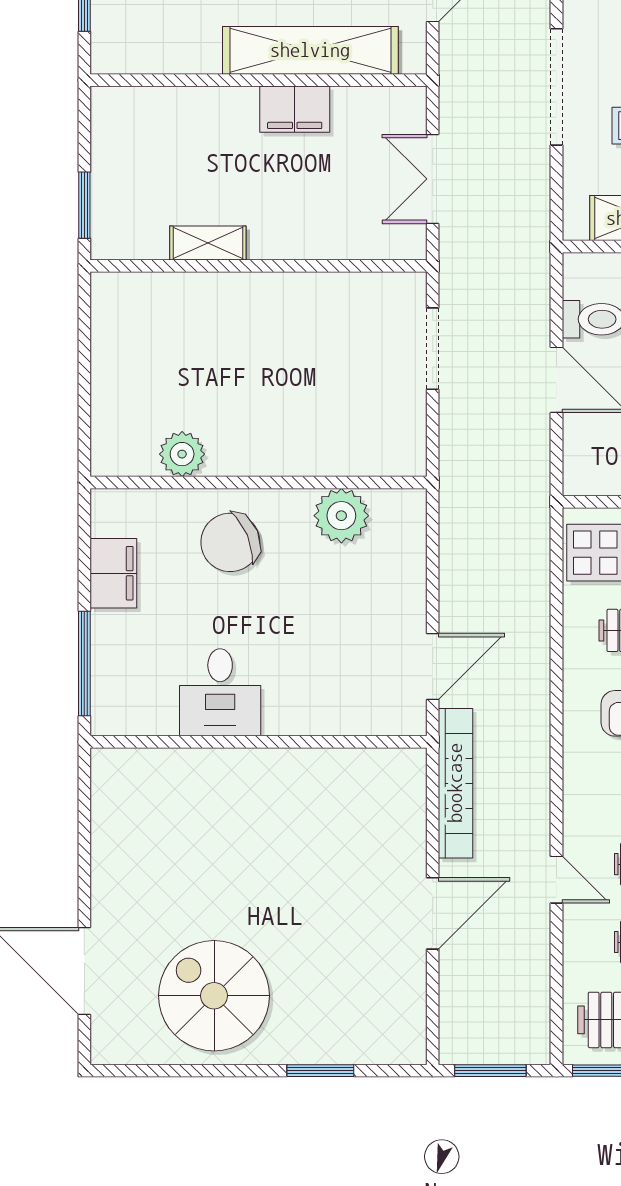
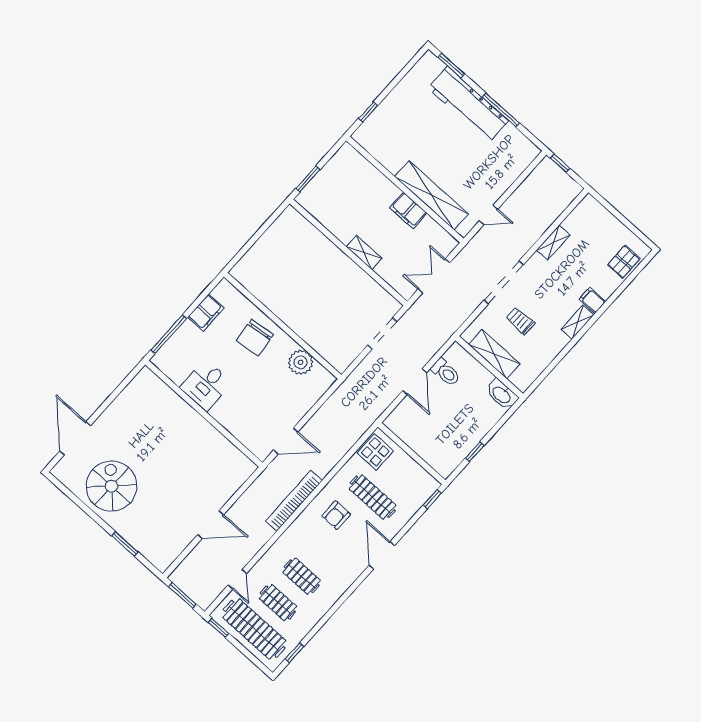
shelving: (208, 243) -> (364, 252), moved
plant: (182, 454) -> (265, 293), removed
chair: (230, 542) -> (255, 338), turned -74
bookcase: (455, 783) -> (294, 501), moved, turned 180
door: (556, 880) -> (237, 579), moved

